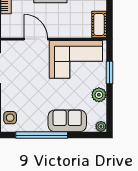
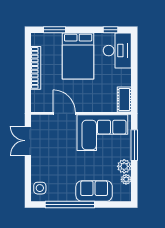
window: (109, 73) -> (134, 145), width x1.44
plant: (101, 126) -> (126, 179), moved

